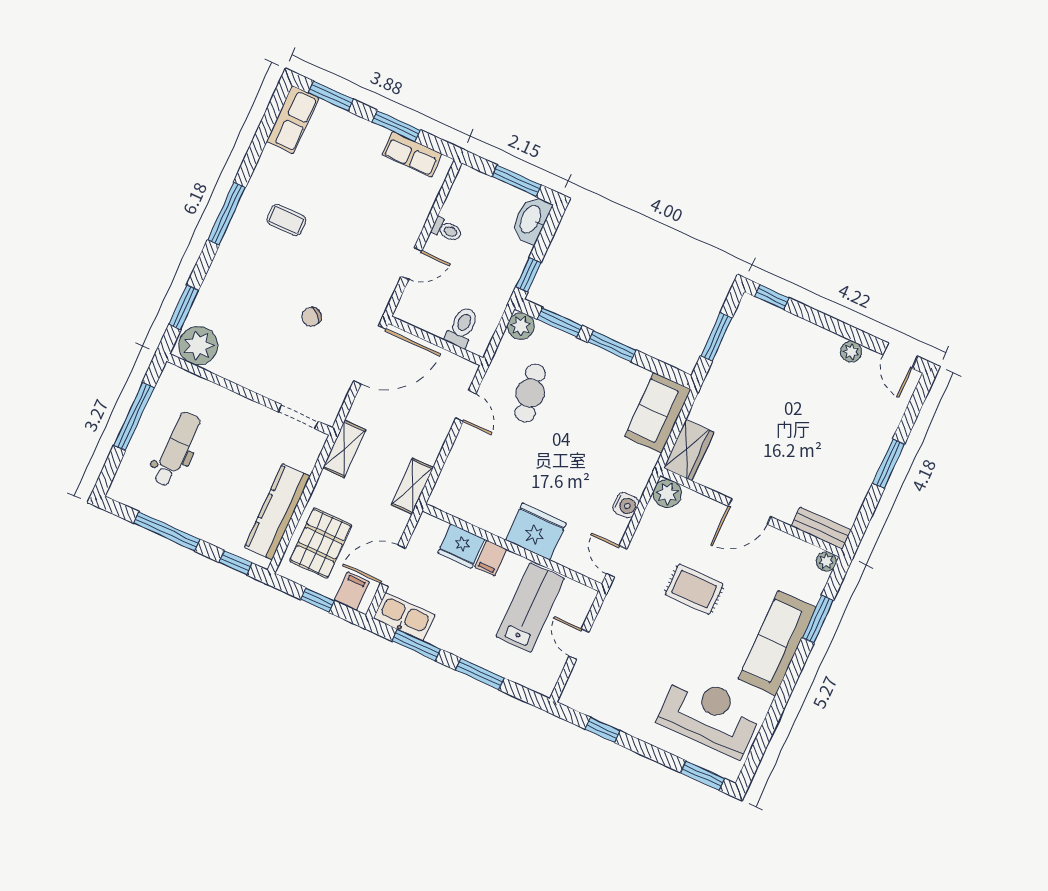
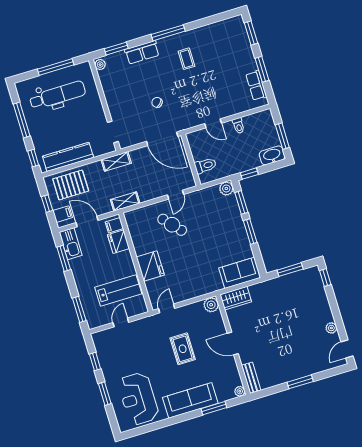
row of seats: (292, 120) -> (142, 52), moved
plant: (198, 346) -> (100, 65), width x0.53, depth x0.53
cafe table: (530, 393) -> (172, 225), moved, turned 58
dental chair: (176, 449) -> (58, 95), width x1.36, depth x1.38
water cooler: (626, 505) -> (192, 292), removed
filing cabinet: (491, 558) -> (114, 225), moved
window: (480, 674) -> (79, 309), moved
reception desk: (710, 715) -> (138, 399), turned 180
window: (702, 775) -> (105, 394), moved

